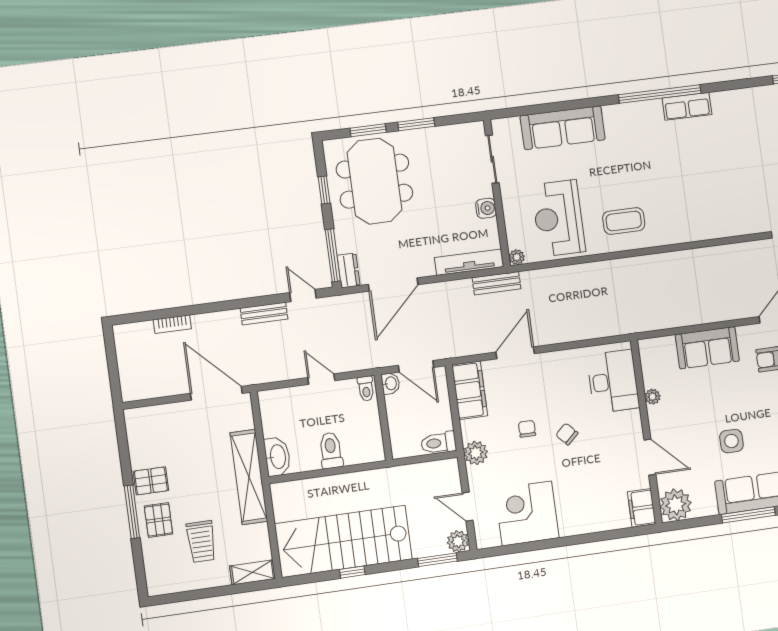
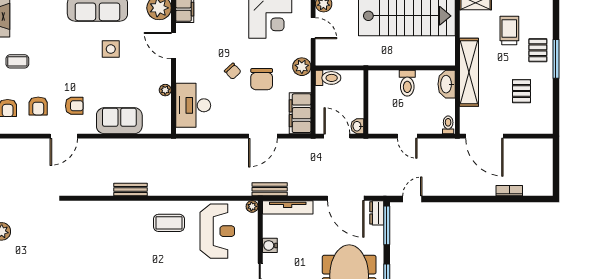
door: (393, 285) -> (346, 198), swing flipped
door: (303, 295) -> (412, 199), swing flipped
bench: (264, 313) -> (131, 190), moved
toilet: (366, 389) -> (448, 125), moved
chair: (527, 429) -> (262, 79), width x1.87, depth x1.87
pallet: (151, 481) -> (522, 91), moved, turned 90

